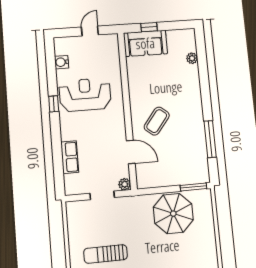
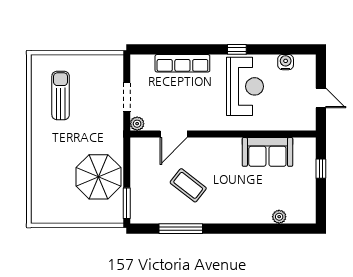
sofa: (145, 43) -> (267, 152), moved, turned -90
coffee table: (157, 121) -> (188, 185), moved
row of seats: (70, 157) -> (182, 63), width x1.48

